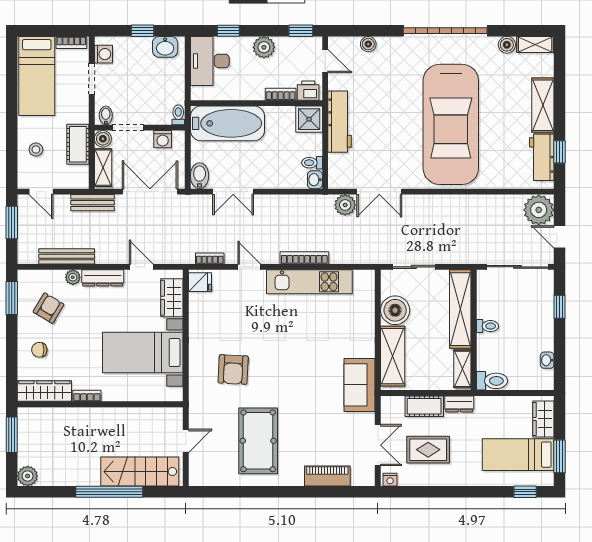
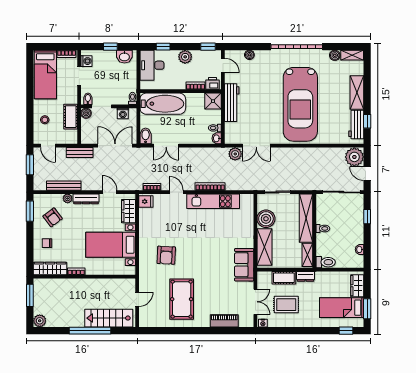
shelving: (103, 168) -> (86, 131), removed
armchair: (49, 308) -> (53, 217), turned 112

